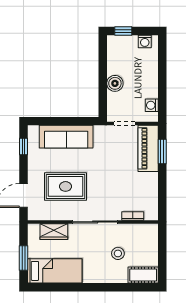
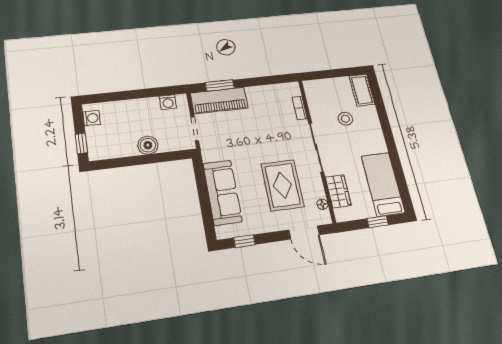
floor lamp: (45, 216) -> (322, 204), added
window: (24, 258) -> (378, 222), width x0.67

